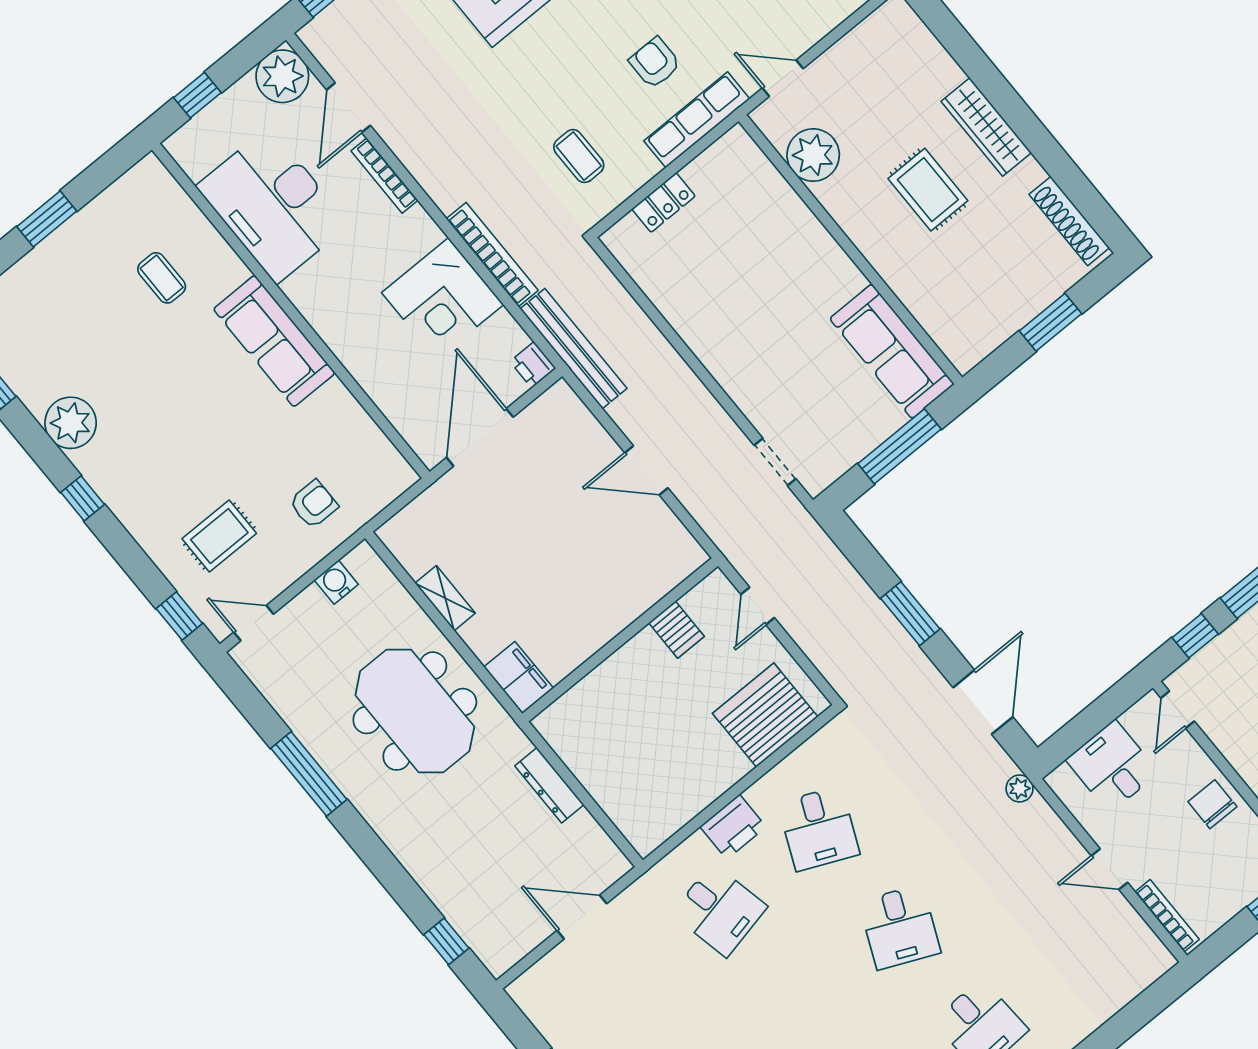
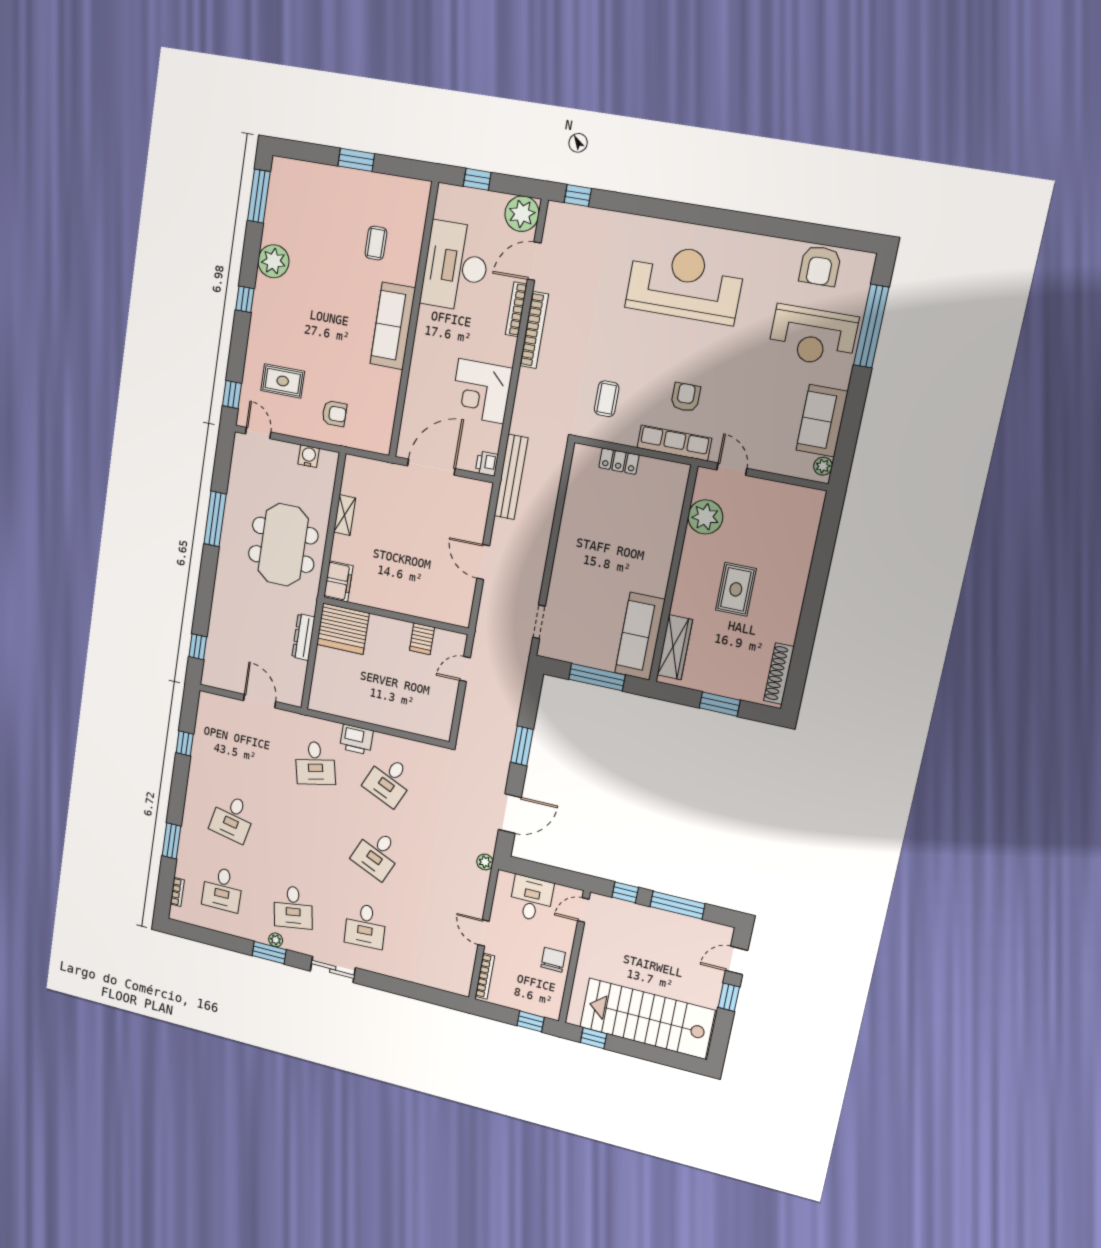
wardrobe: (986, 127) -> (675, 647), moved, turned 180
bookcase: (492, 255) -> (534, 330), moved
server rack: (765, 715) -> (343, 629), moved, turned 180

